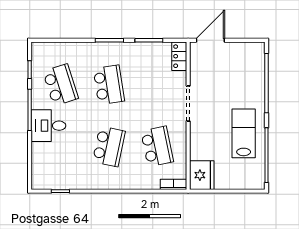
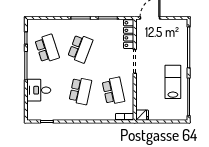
locker: (179, 56) -> (129, 34), width x1.53
school desk: (109, 85) -> (80, 49), turned 30
desk: (48, 126) -> (39, 90), moved
fridge: (202, 175) -> (142, 115), width x0.53, depth x0.75

